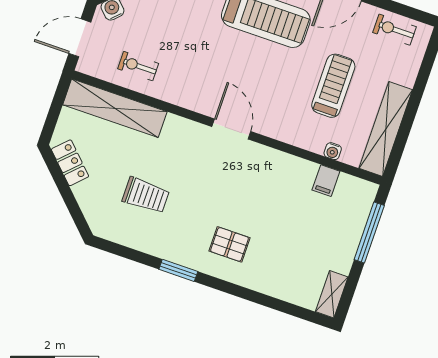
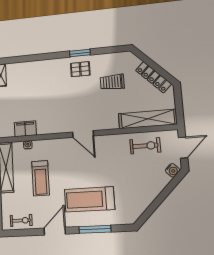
exercise bike: (138, 66) -> (145, 146), width x1.38, depth x1.39
locker: (70, 163) -> (153, 77), width x1.53
filing cabinet: (326, 181) -> (25, 129), width x2.00
pallet: (230, 244) -> (80, 69), moved

